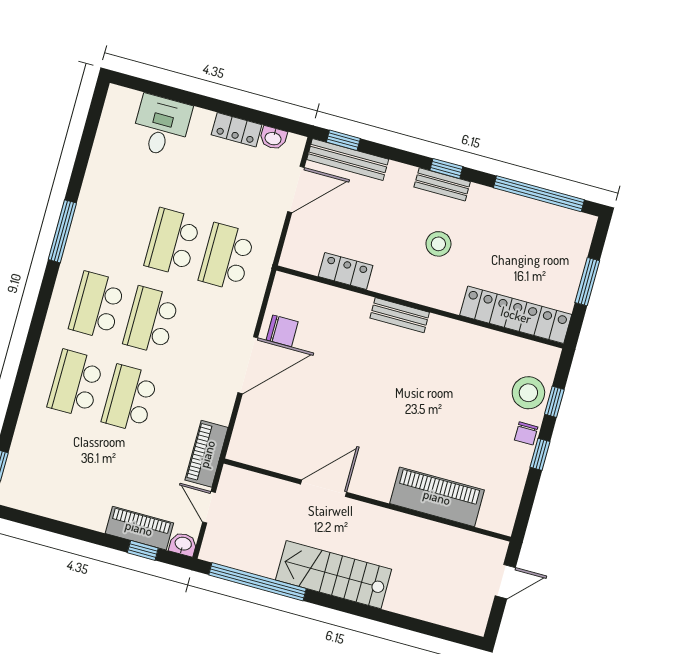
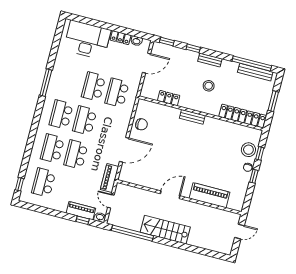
desk: (162, 126) -> (87, 40), width x1.87, depth x1.30
bench: (348, 159) -> (255, 72), moved
window: (446, 168) -> (193, 48), moved
door: (248, 365) -> (124, 150), moved
school desk: (54, 462) -> (44, 182), added
door: (324, 488) -> (170, 195), moved

